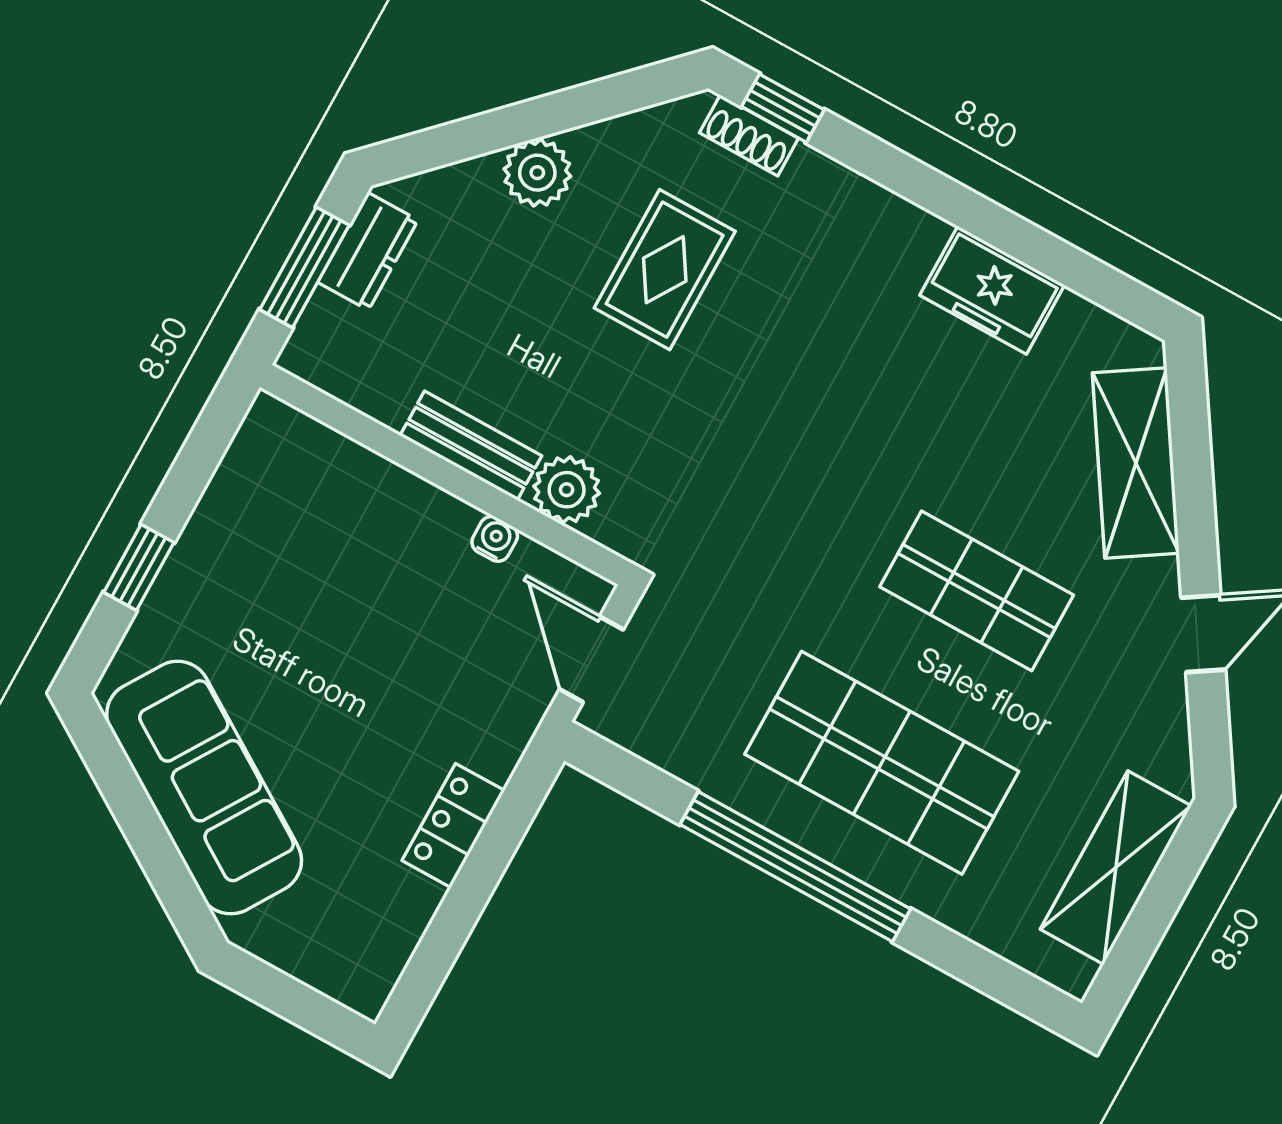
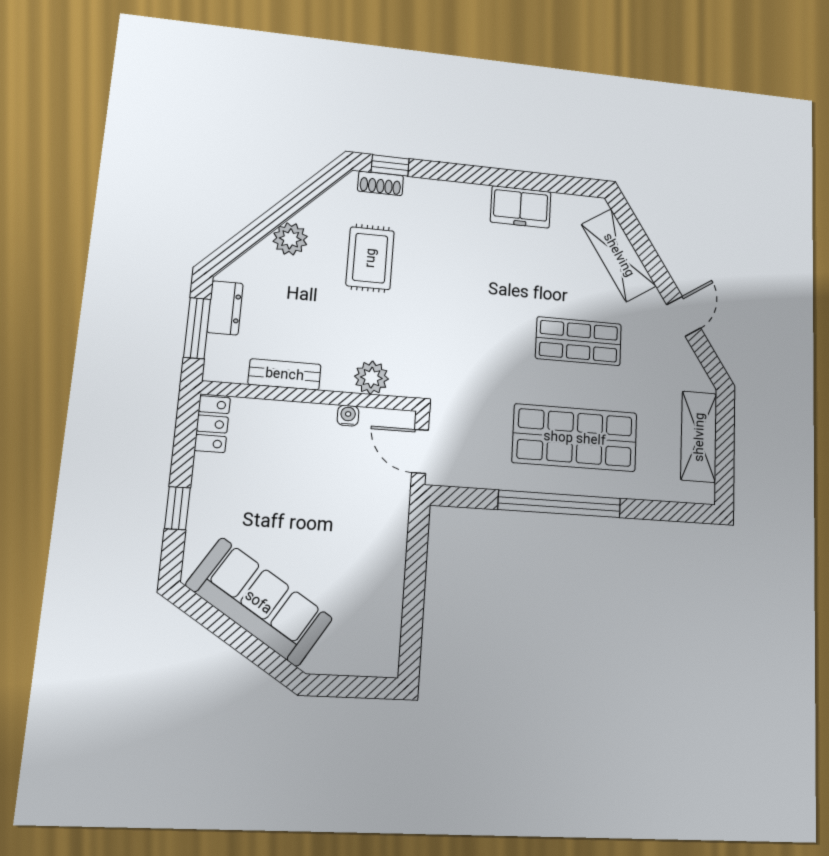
bench: (471, 446) -> (285, 374), moved
locker: (453, 826) -> (212, 424), moved, turned 180

